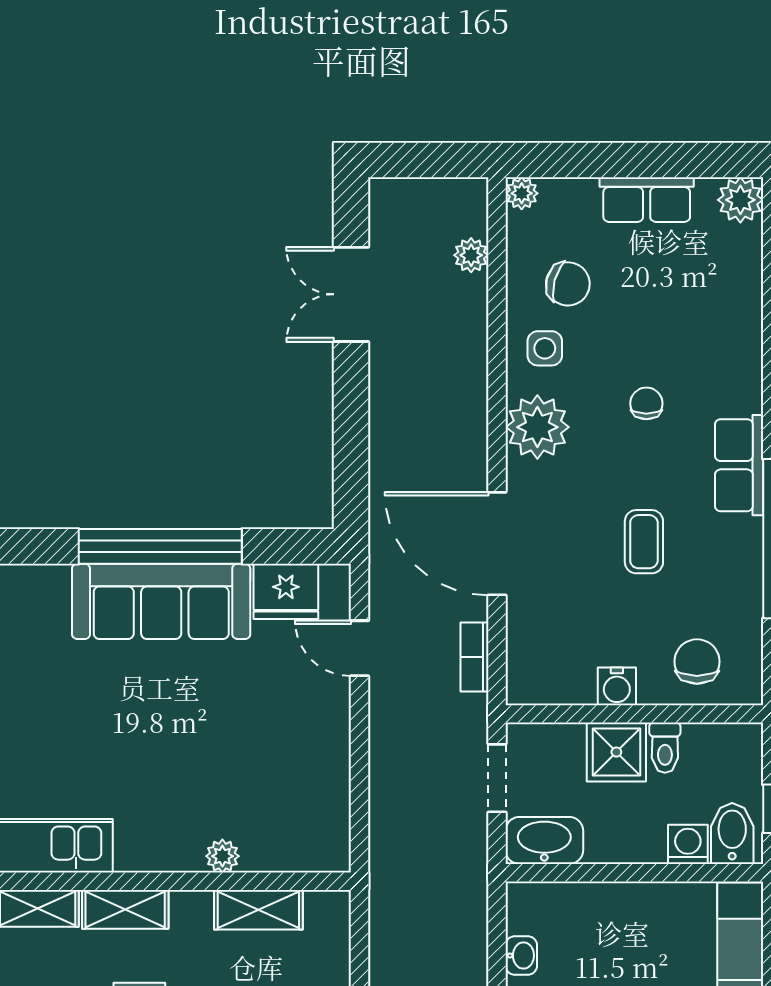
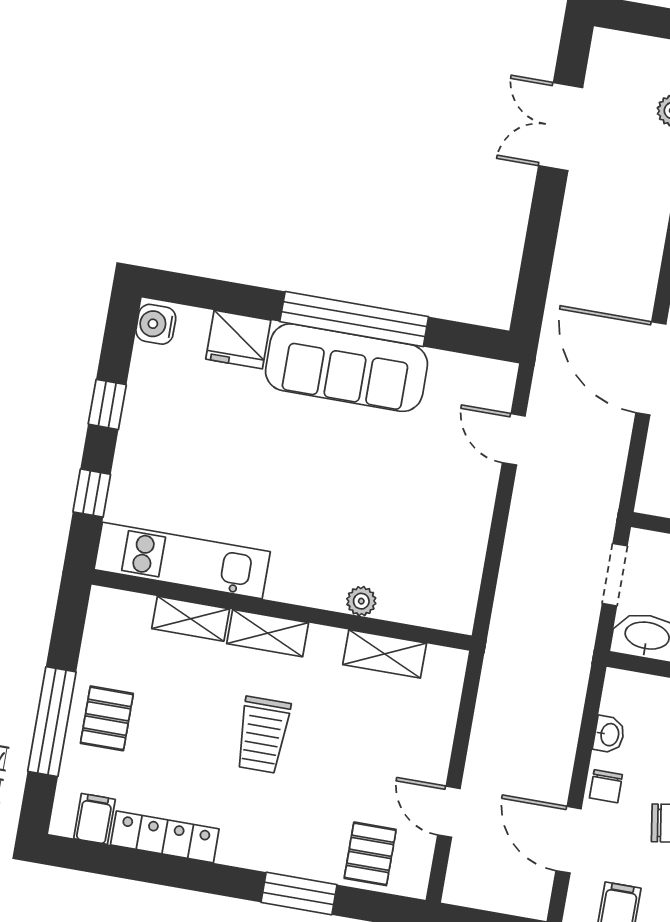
fridge: (286, 591) -> (238, 340), moved
bookcase: (475, 657) -> (614, 465), removed

